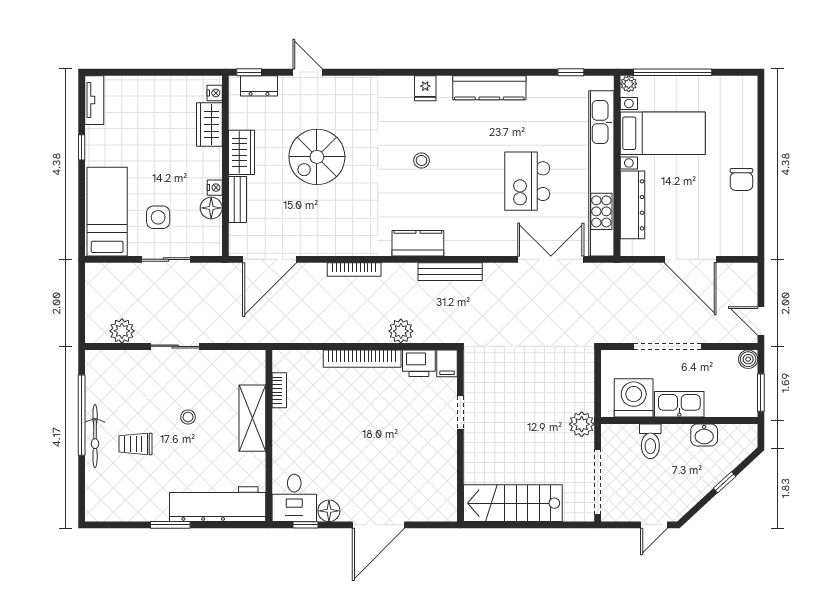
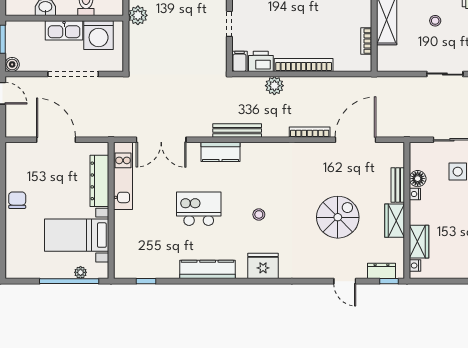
plant: (629, 84) -> (81, 272), moved
fridge: (425, 88) -> (263, 266), width x1.88, depth x1.34
kitchen unit: (601, 173) -> (123, 176), width x0.54
kitchen island: (527, 181) -> (199, 209), moved, turned -90
kitchen counter: (418, 243) -> (221, 152), moved
door: (270, 259) -> (356, 140), moved

